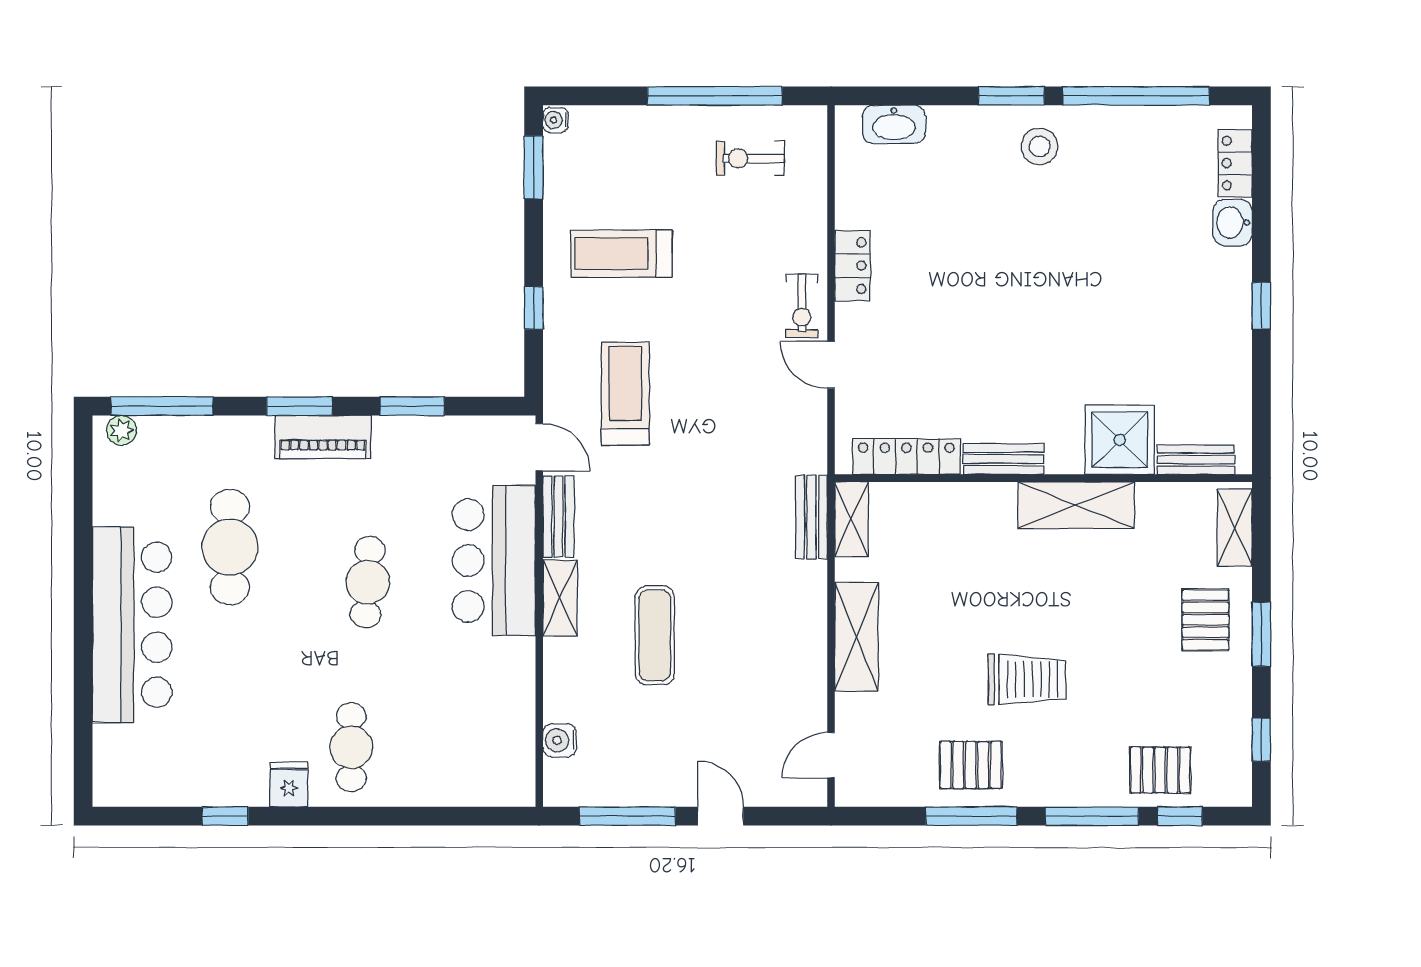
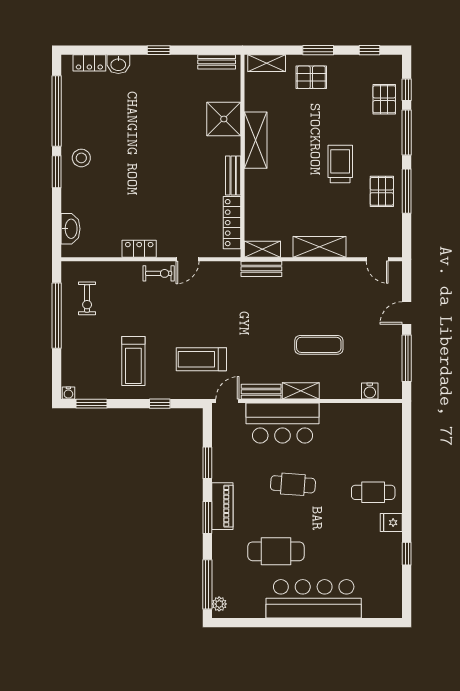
bench: (1196, 460) -> (217, 62), moved, turned 90

